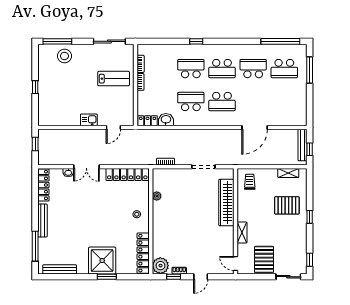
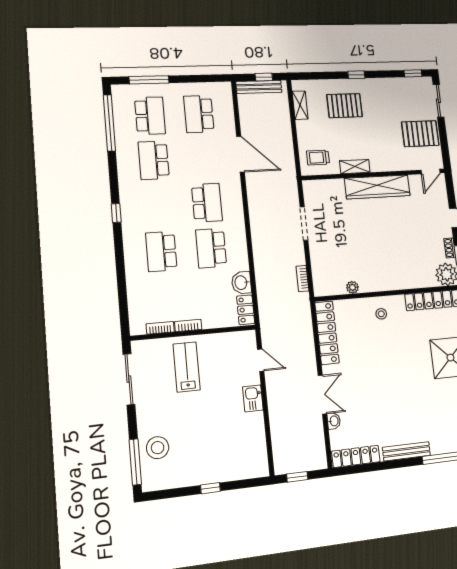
window: (196, 41) -> (116, 213), moved
school desk: (222, 69) -> (199, 114), moved, turned 180
wardrobe: (226, 202) -> (377, 187), moved
pallet: (287, 205) -> (345, 106), turned 90
shelving: (242, 233) -> (355, 167), moved

